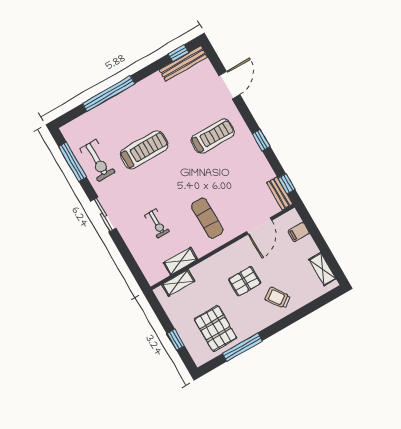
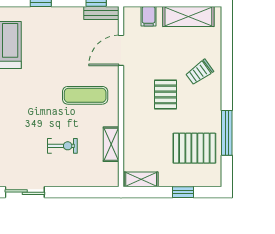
door: (259, 226) -> (121, 50), swing flipped
shelving: (322, 269) -> (188, 17), width x1.50, depth x1.33
shelving: (178, 283) -> (141, 179), moved, turned 90

